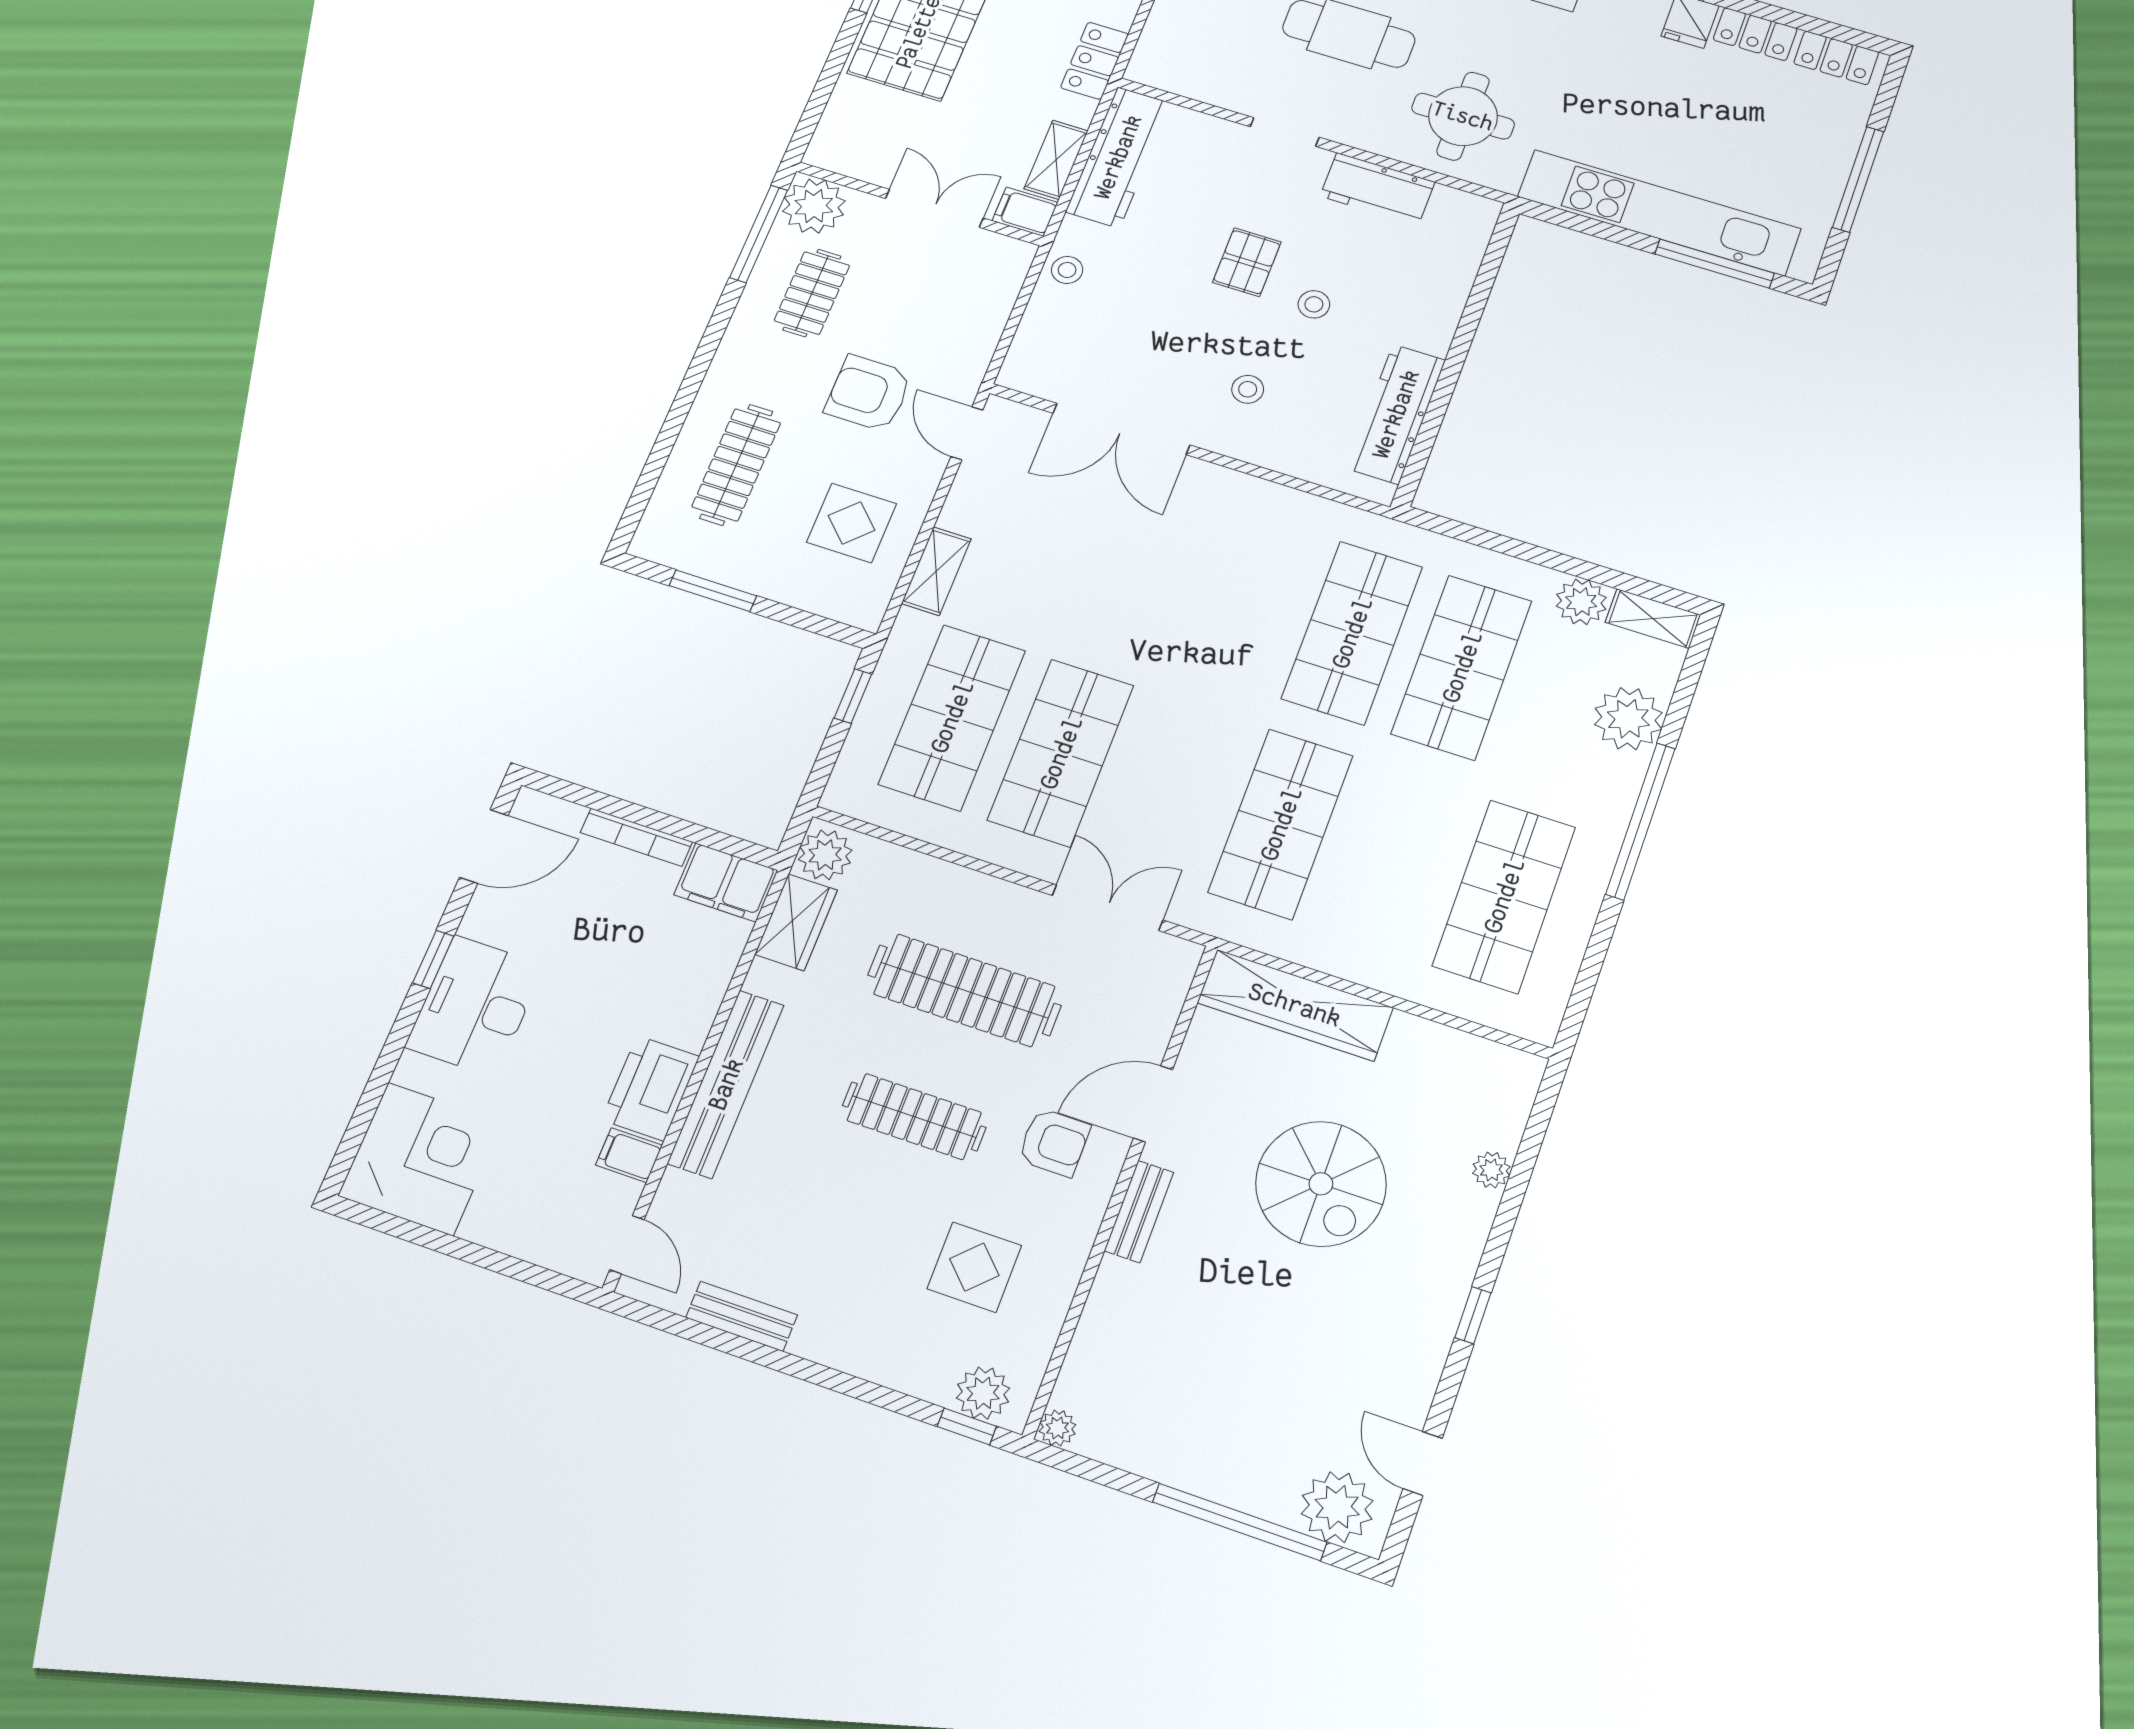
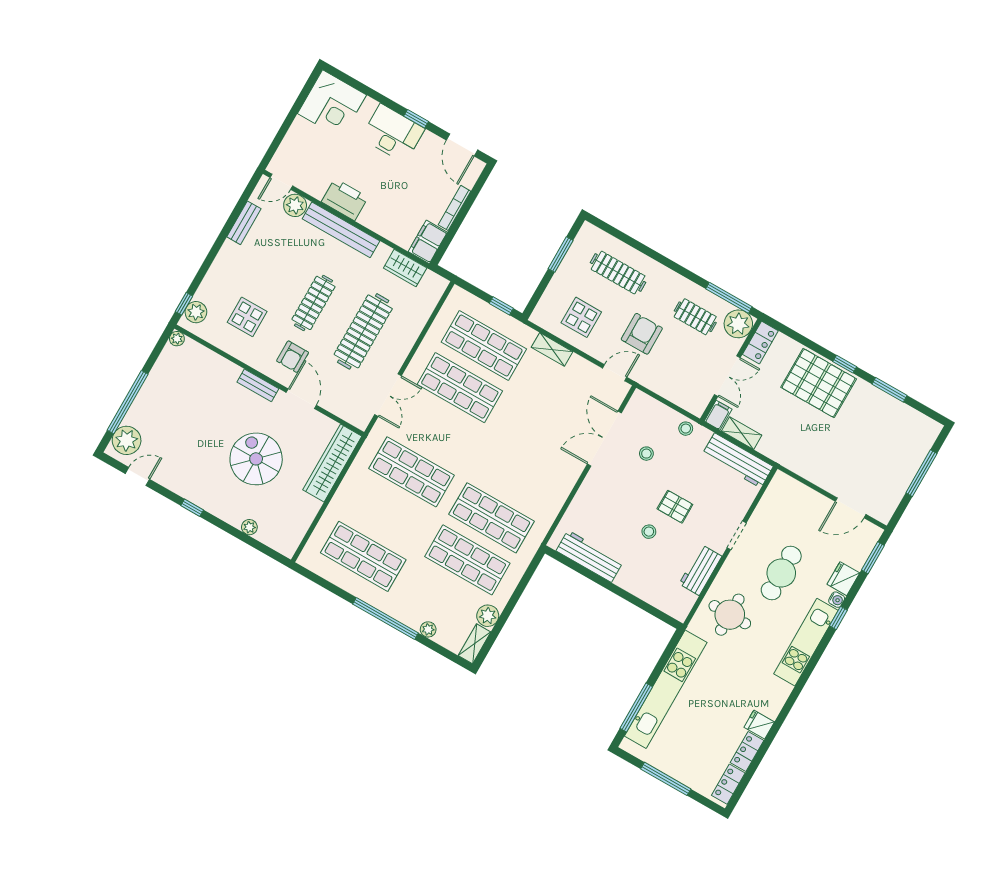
locker: (1095, 61) -> (760, 343), moved, turned 90
stool: (1248, 389) -> (646, 454), moved
plant: (1628, 719) -> (428, 629), width x0.53, depth x0.53
plant: (825, 855) -> (295, 205), moved
filing cabinet: (629, 1155) -> (318, 187), removed
spiral stairs: (1321, 1184) -> (256, 459), turned 90

